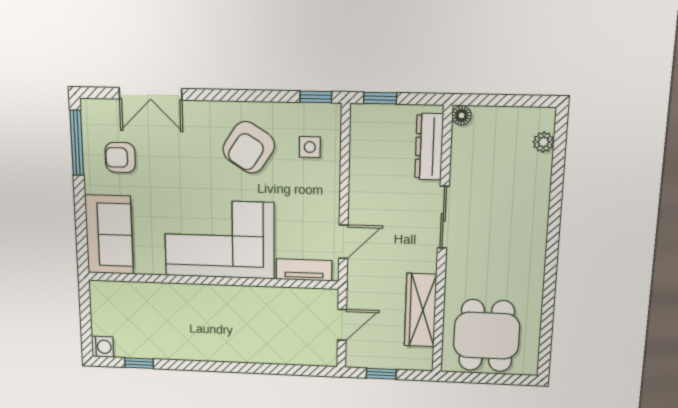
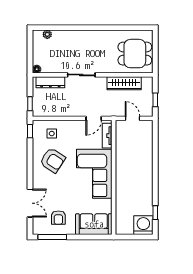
door: (343, 242) -> (94, 118), swing flipped
washing machine: (103, 347) -> (143, 225), width x1.89, depth x1.89

